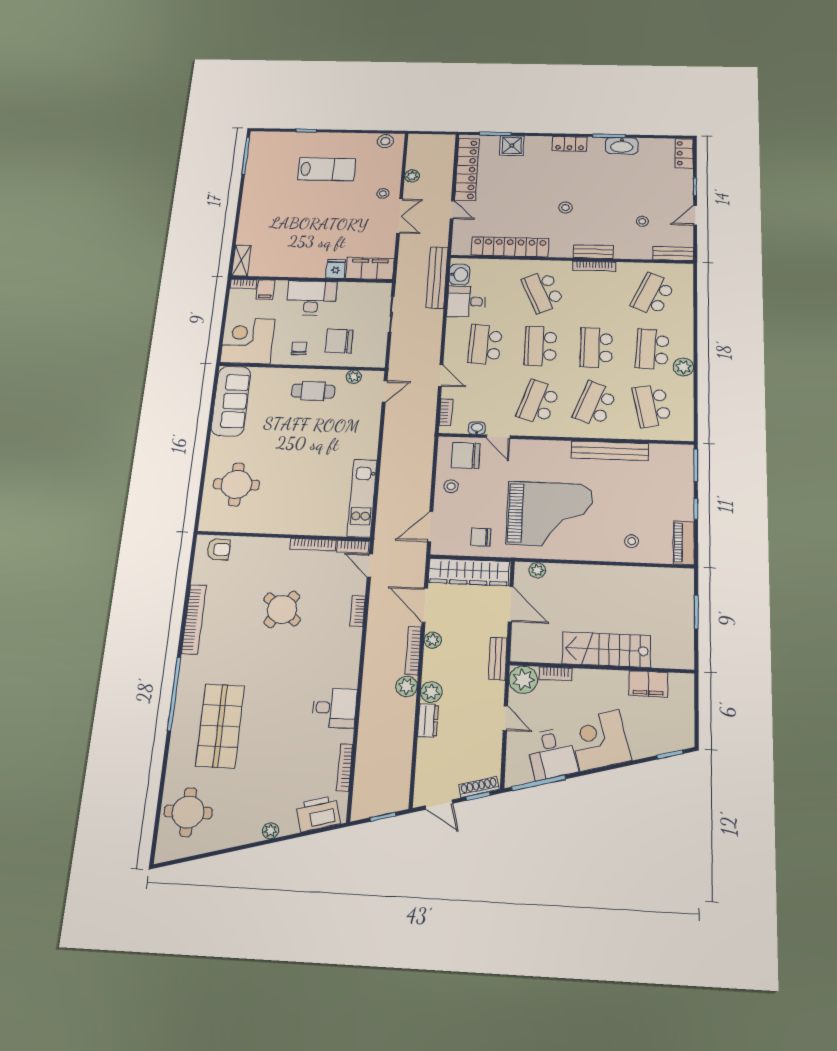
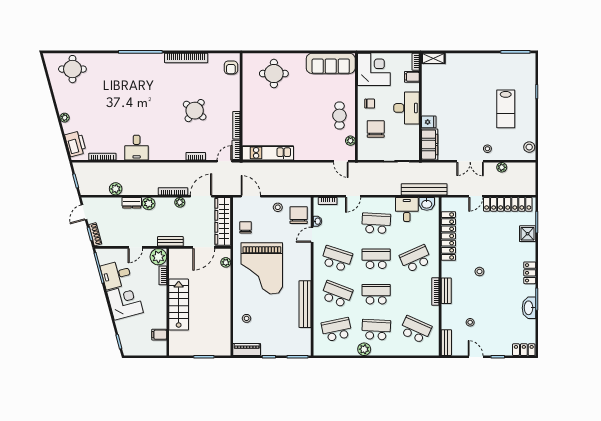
filing cabinet: (648, 684) -> (159, 335), width x0.50
plant: (407, 686) -> (116, 189), moved
shop shelf: (220, 726) -> (123, 81), removed

